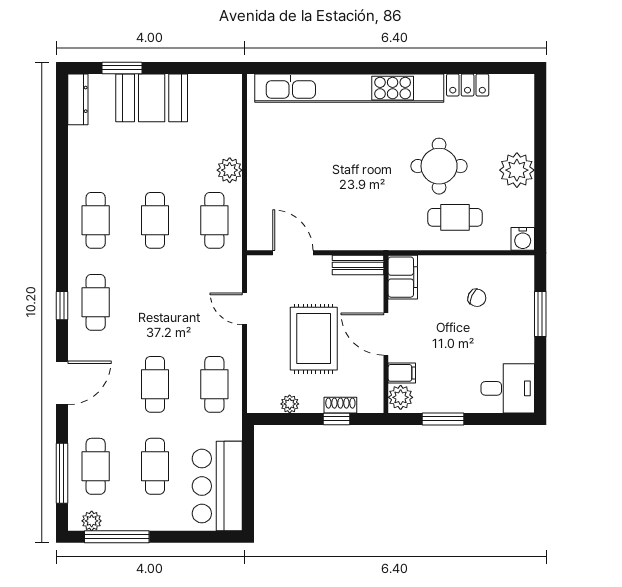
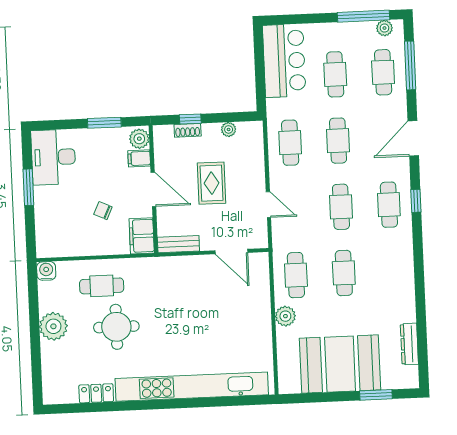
booth: (152, 98) -> (340, 364), width x1.36, depth x1.42
dresser: (78, 99) -> (409, 344), moved
cafe table: (96, 220) -> (341, 207), moved
chair: (477, 298) -> (103, 211), moved
window: (540, 314) -> (28, 187), moved
rug: (314, 339) -> (212, 183), width x0.73, depth x0.70
desk: (508, 388) -> (53, 157), width x1.37

